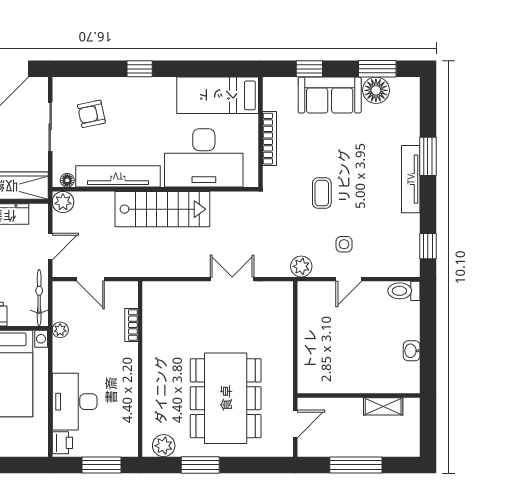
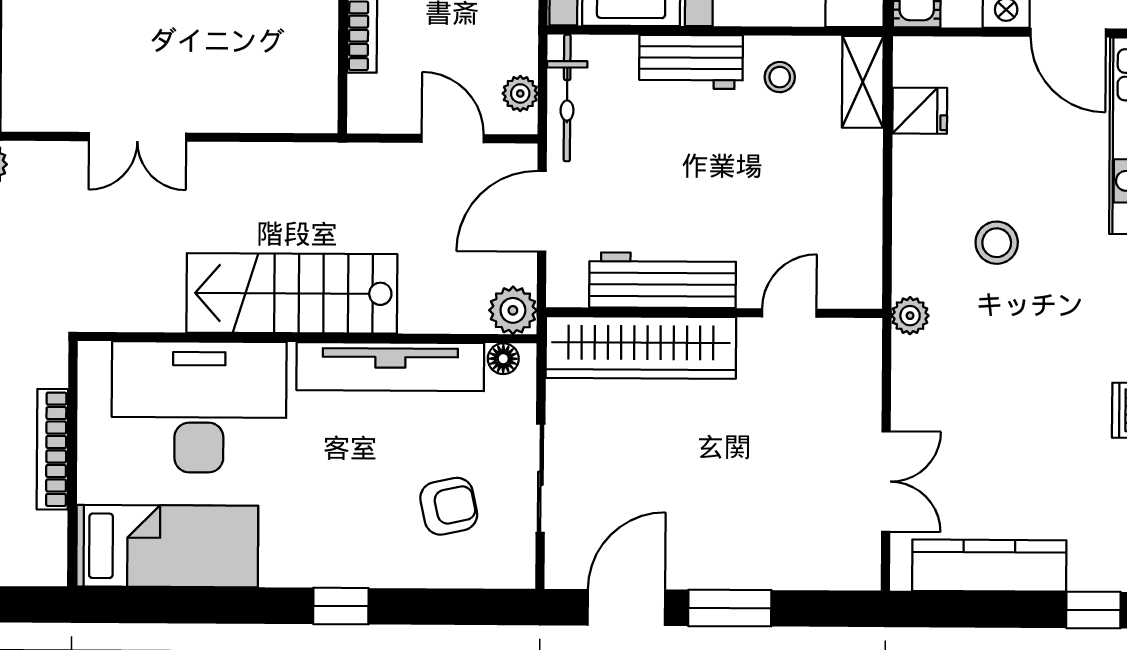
door: (50, 247) -> (542, 211), width x1.38
plant: (60, 330) -> (520, 93), moved

